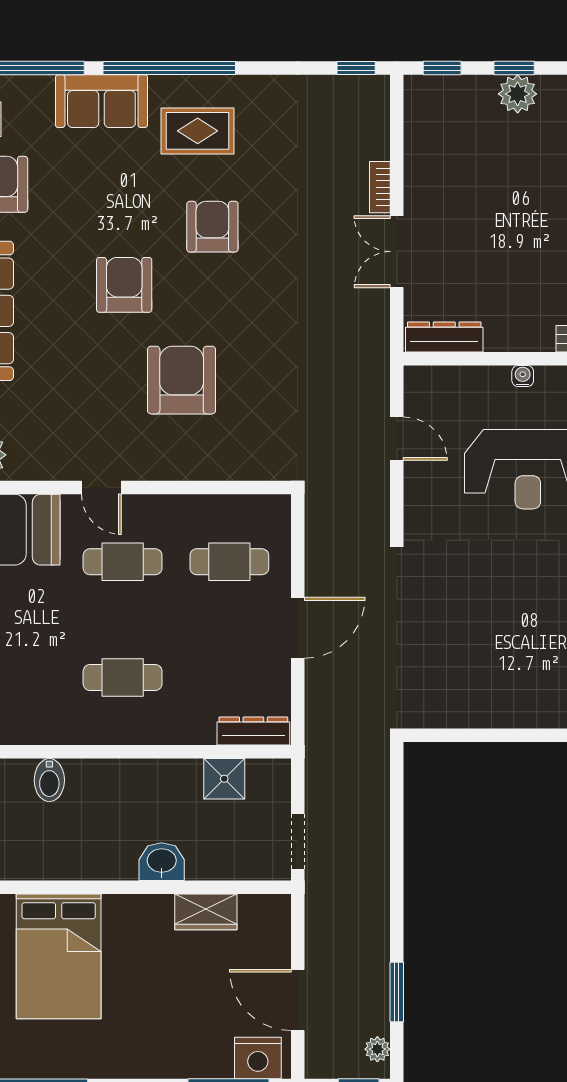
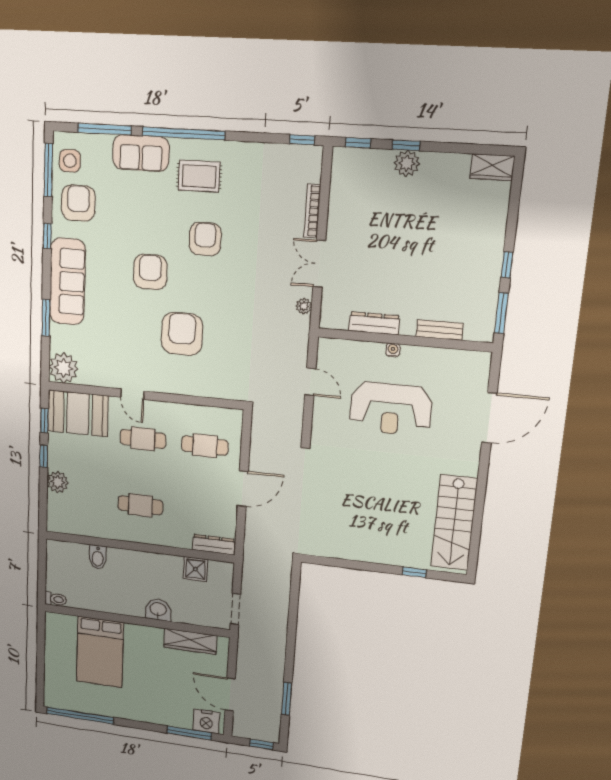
bookcase: (380, 187) -> (312, 211), width x1.56
dresser: (444, 337) -> (374, 323), moved
wardrobe: (206, 912) -> (190, 641), width x1.50
plant: (377, 1049) -> (304, 306), moved

